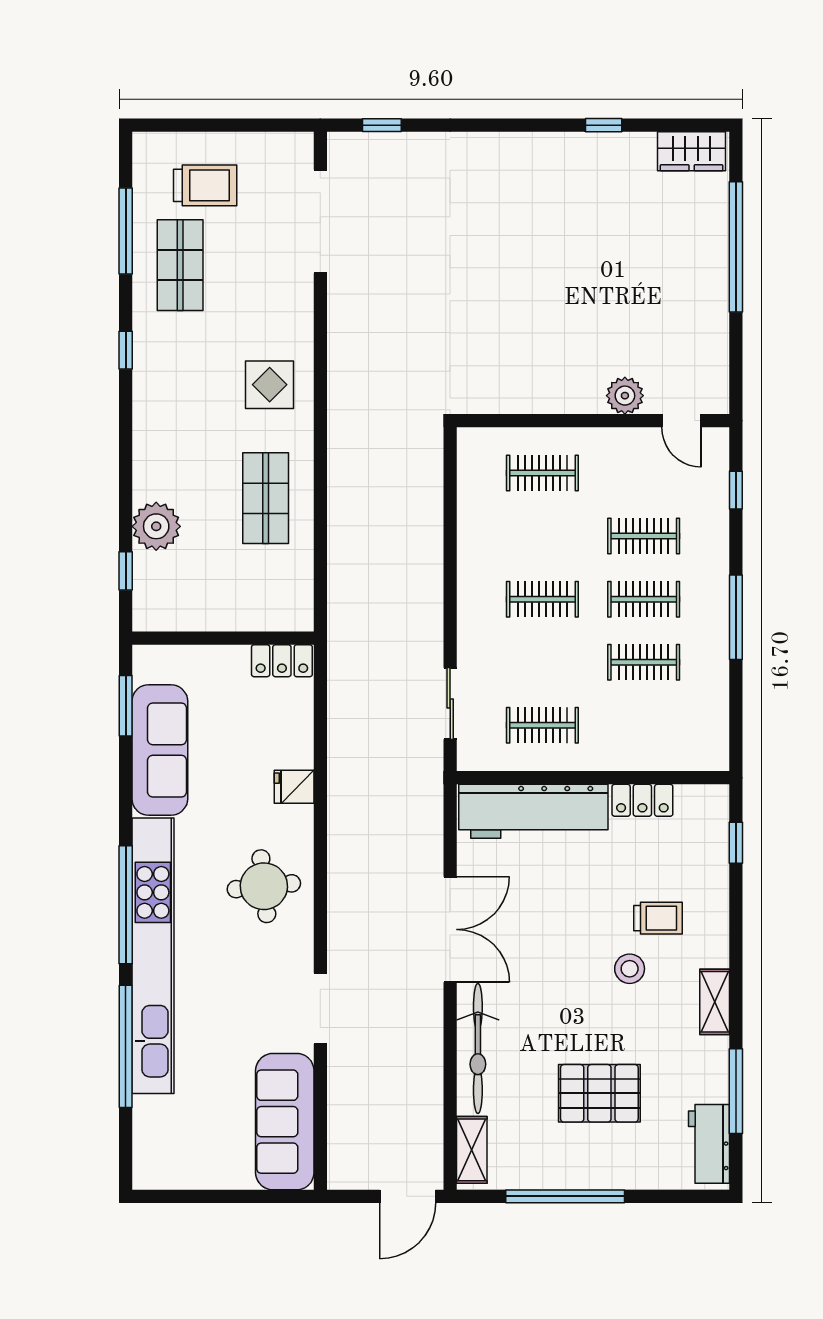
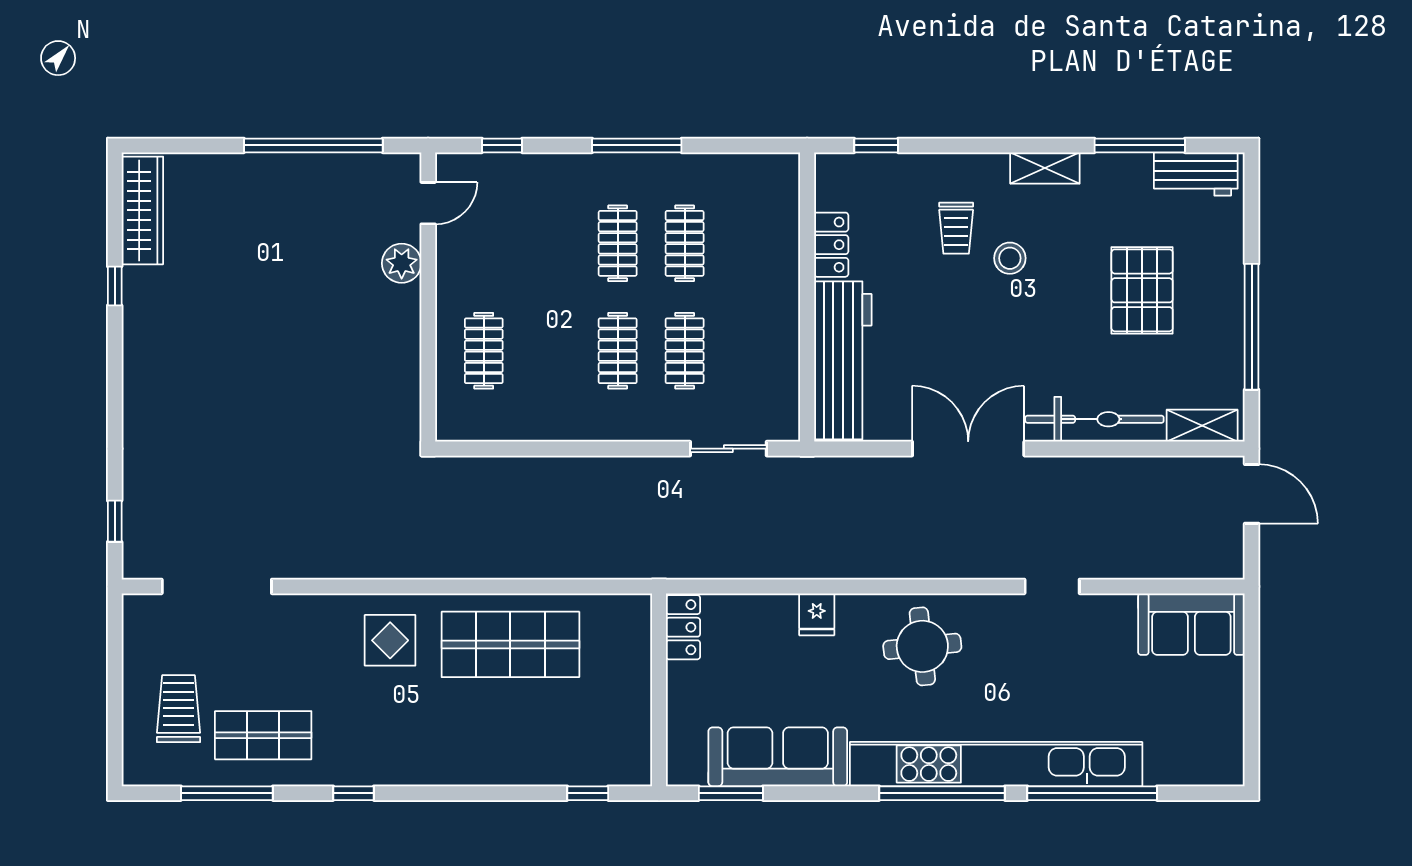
wardrobe: (692, 151) -> (142, 210), width x1.50
window: (736, 247) -> (313, 145), moved
shop shelf: (266, 498) -> (510, 644), width x1.43, depth x1.36
plant: (156, 526) -> (540, 761), removed
clothes rail: (644, 536) -> (551, 243), removed
clothes rail: (542, 725) -> (685, 351), moved
trolley: (658, 918) -> (956, 228), turned 180
doorway: (320, 1009) -> (1052, 586), width x0.73
sofa: (285, 1122) -> (1191, 624), width x0.73

